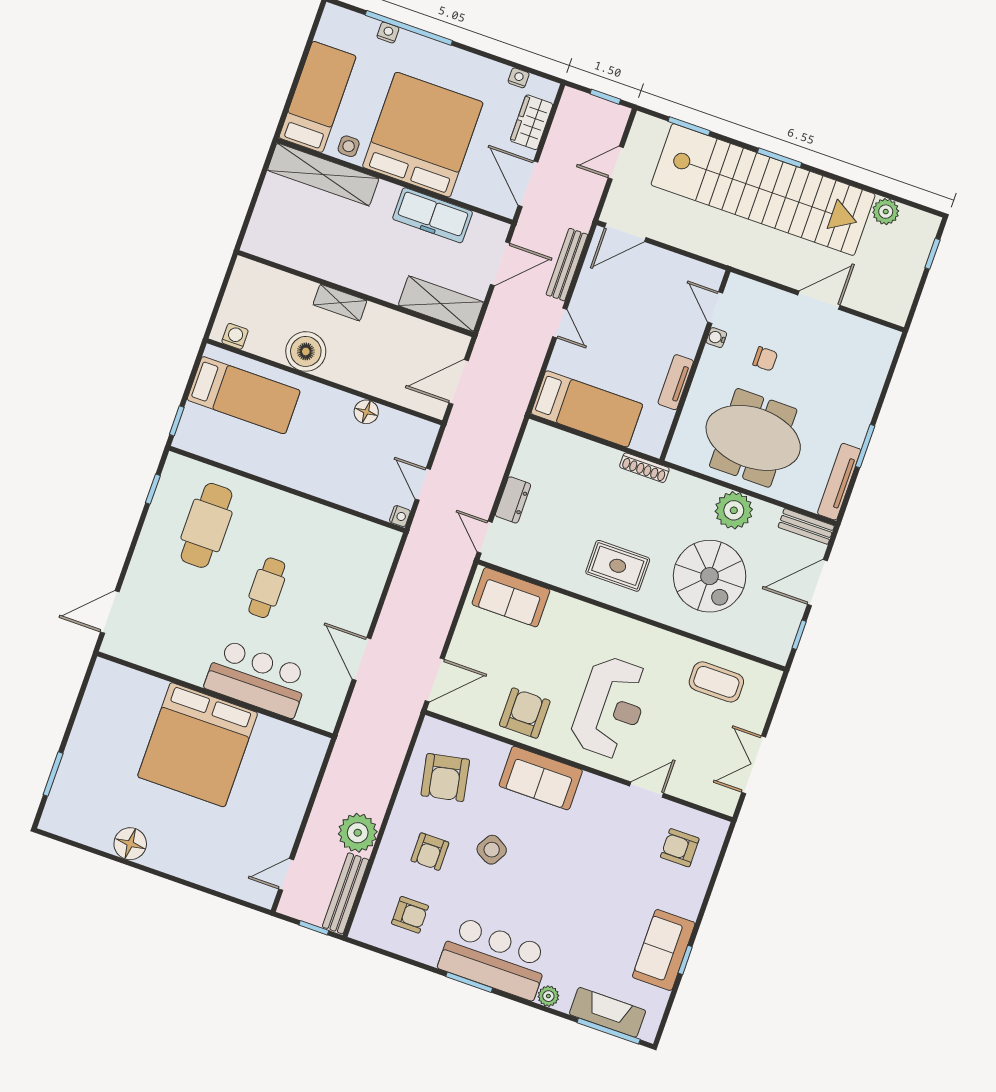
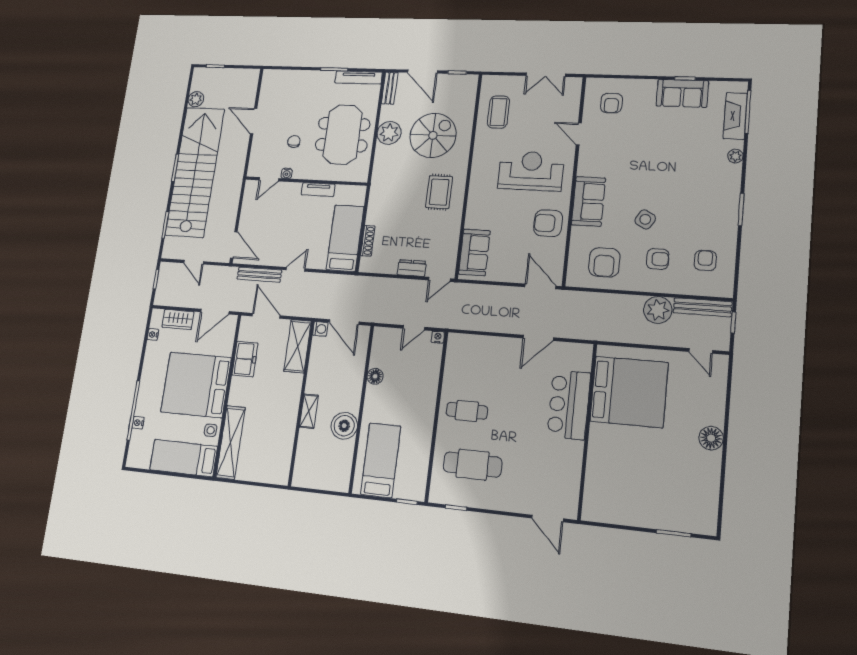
freezer: (433, 215) -> (245, 359), width x0.71
washing machine: (235, 336) -> (320, 329), moved, turned 180
shoe rack: (644, 468) -> (368, 241), moved
cafe table: (267, 588) -> (467, 411), moved
bed: (198, 745) -> (629, 392), moved
armchair: (445, 778) -> (604, 262), turned 101
floor lamp: (130, 844) -> (711, 438), moved
bar counter: (494, 958) -> (719, 198), removed

